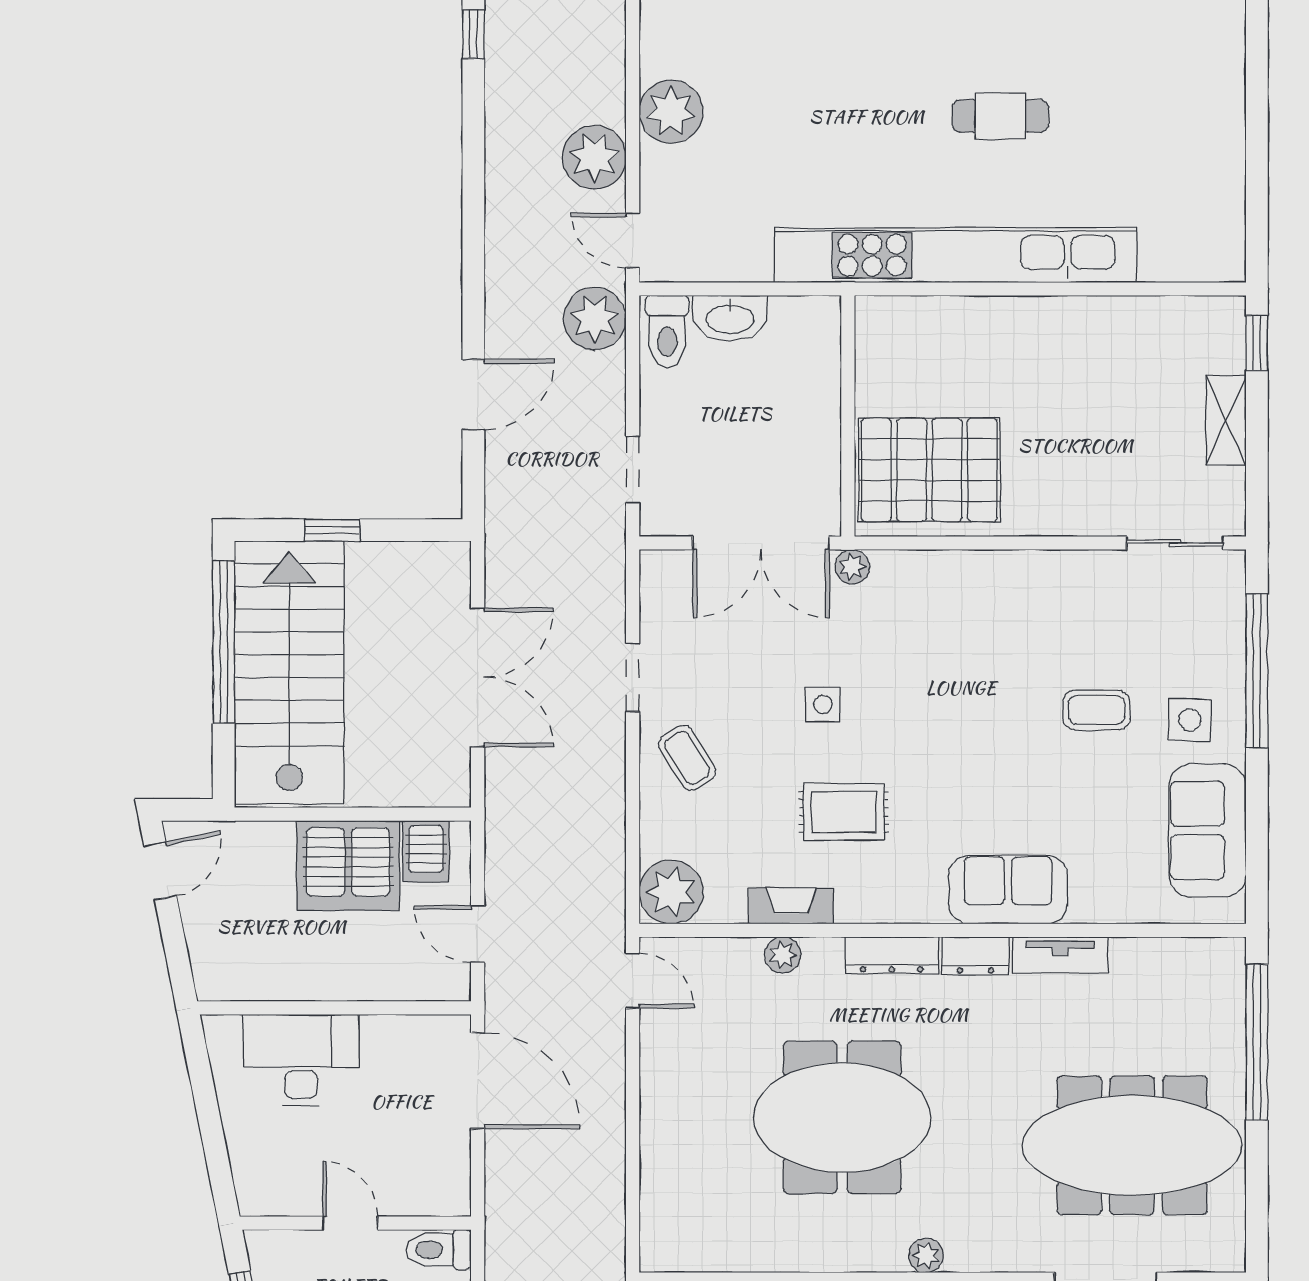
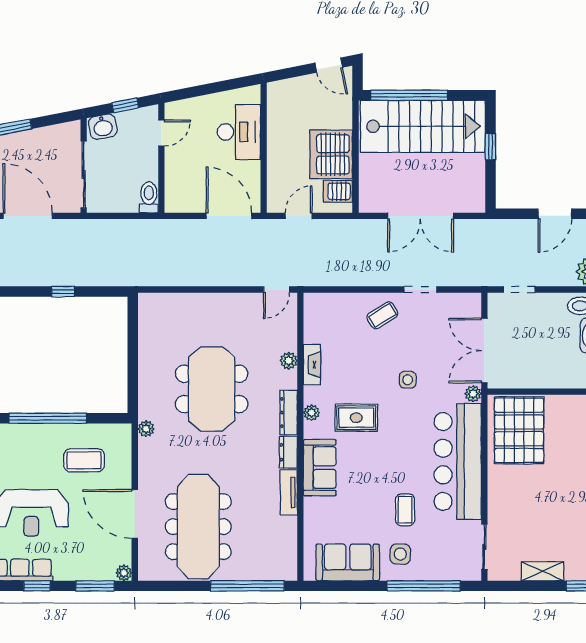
door: (473, 395) -> (555, 214), hinge flipped
bar counter: (995, 599) -> (458, 461), added
window: (224, 642) -> (409, 95), moved
rug: (844, 812) -> (356, 418), moved, turned 90
plant: (671, 892) -> (312, 413), moved, width x0.53, depth x0.53
door: (478, 1081) -> (229, 216), swing flipped
door: (350, 1223) -> (161, 133), moved

